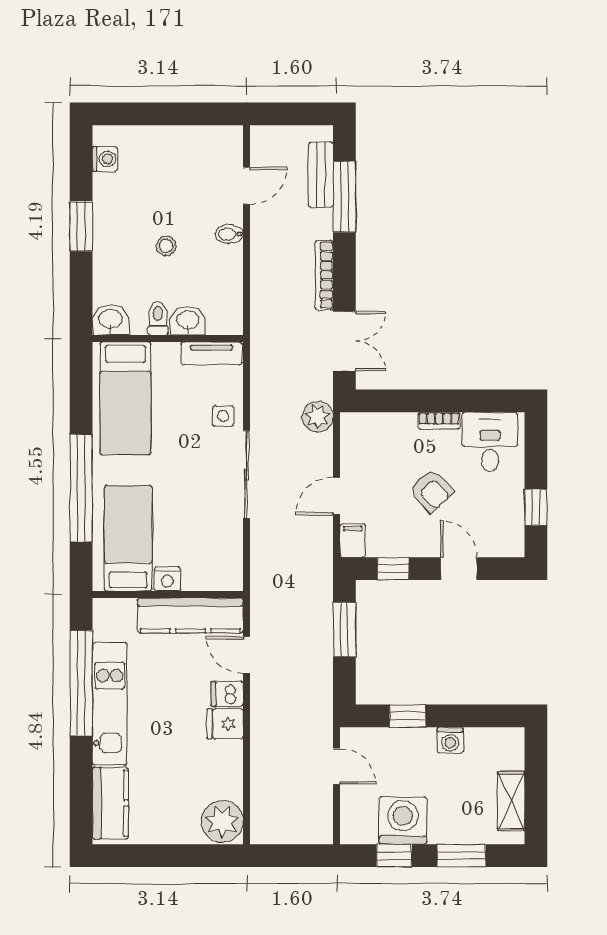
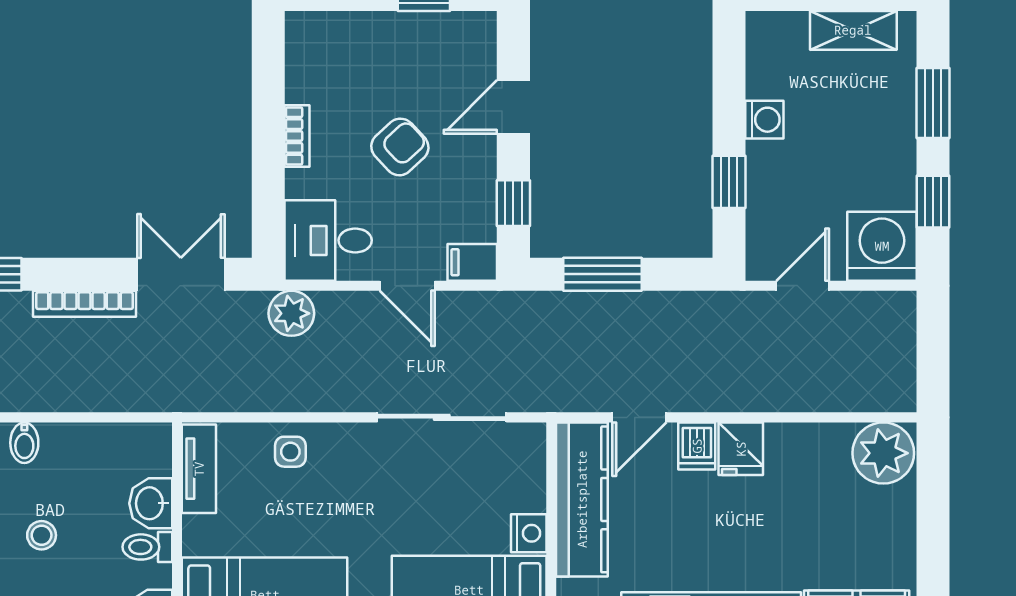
desk: (490, 442) -> (328, 240), moved
sliding door: (247, 475) -> (442, 417), moved
washing machine: (403, 821) -> (882, 246), moved, turned 90

